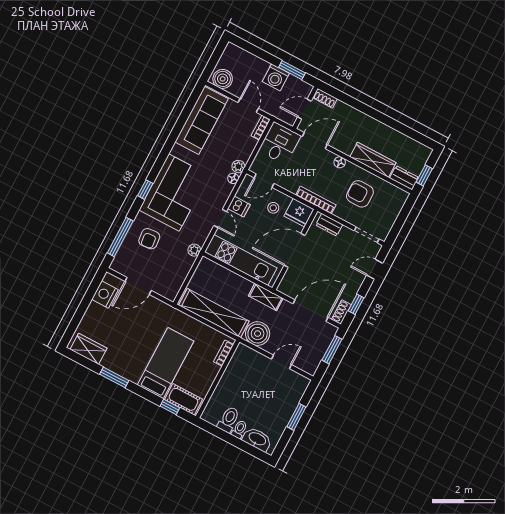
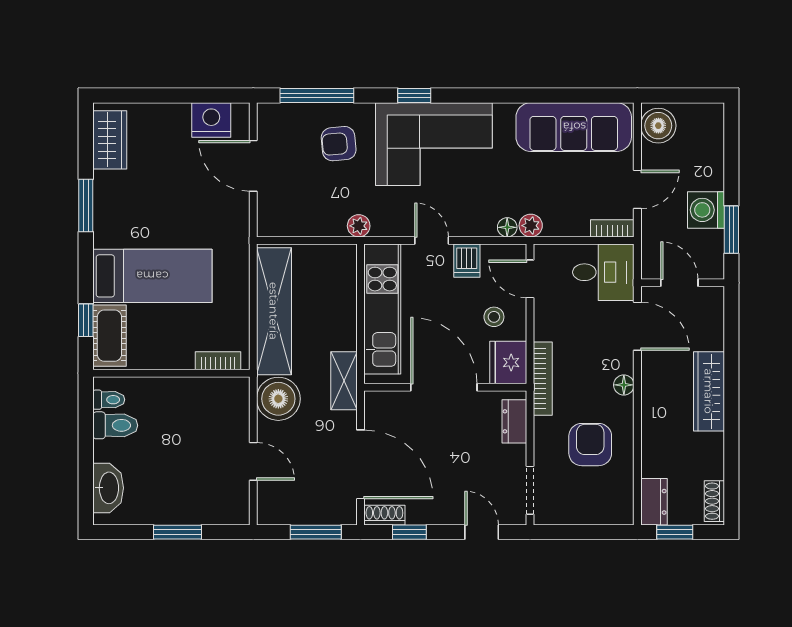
shoe rack: (325, 98) -> (714, 501), moved
wardrobe: (373, 160) -> (709, 391), moved, turned 180
door: (220, 218) -> (432, 240), swing flipped
toilet: (239, 429) -> (109, 400), moved

